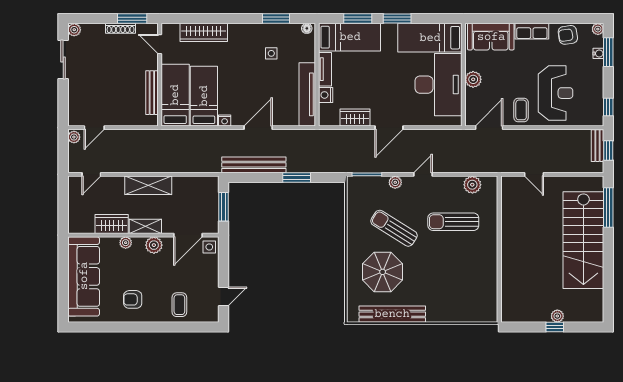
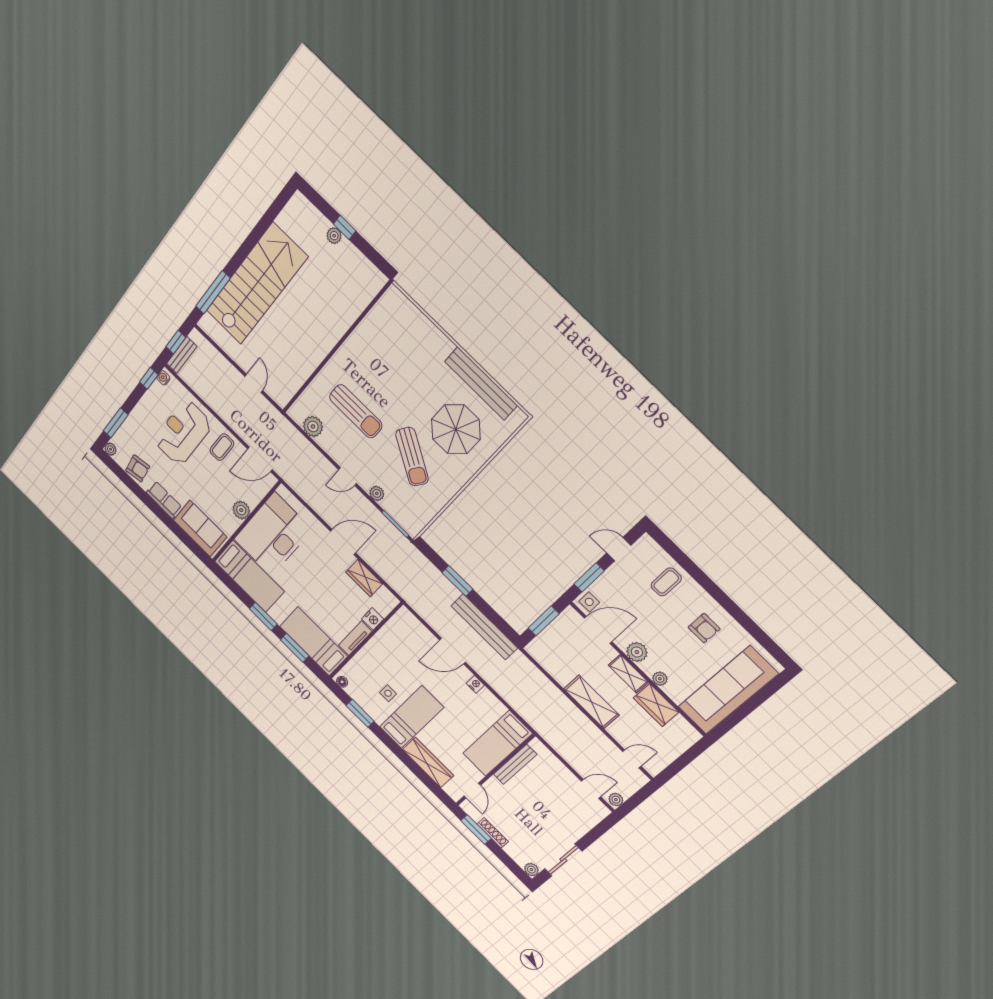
water cooler: (598, 53) -> (163, 378), moved
tv unit: (307, 94) -> (387, 634), removed
bed: (204, 96) -> (412, 717), moved, turned 180
window: (224, 262) -> (589, 577), added

